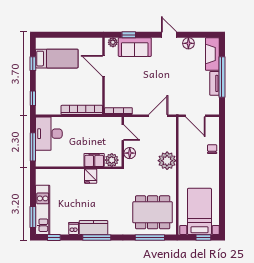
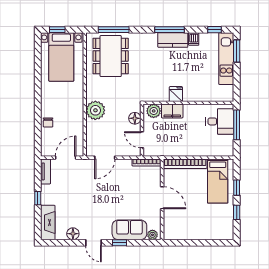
window: (129, 35) -> (119, 243), moved
bed: (57, 59) -> (218, 181), moved, turned -90
door: (104, 66) -> (162, 198), moved
window: (222, 77) -> (38, 198), width x0.32
tv unit: (215, 83) -> (46, 171), moved
window: (33, 98) -> (237, 188), moved
door: (195, 116) -> (66, 158), hinge flipped
desk: (49, 134) -> (220, 121), moved, width x0.73
dining table: (153, 212) -> (111, 56), turned 90

